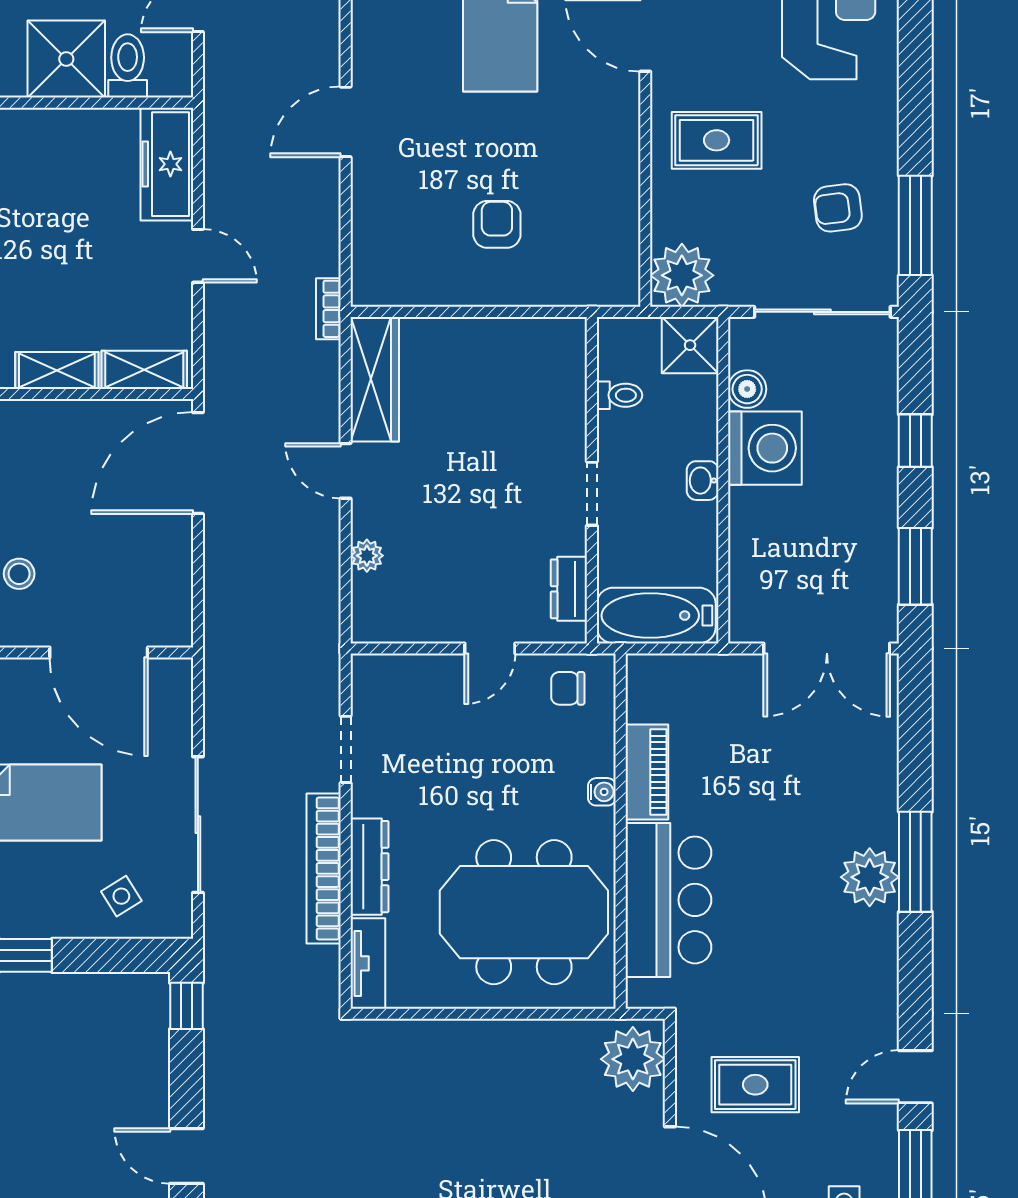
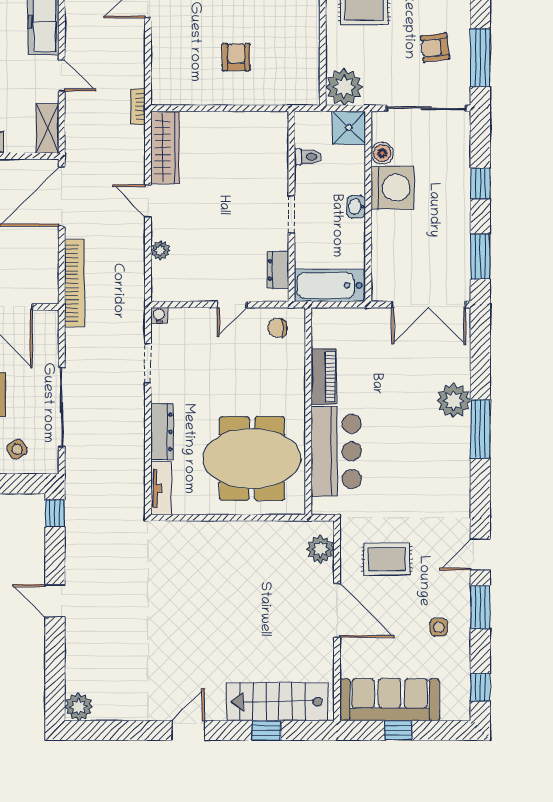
shelving: (144, 370) -> (48, 128), moved, turned 90
water cooler: (602, 792) -> (159, 316), moved, turned -90
bookcase: (324, 868) -> (75, 283), moved, turned 180
plant: (870, 877) -> (454, 401), moved
plant: (633, 1059) -> (320, 549), width x0.73, depth x0.73

